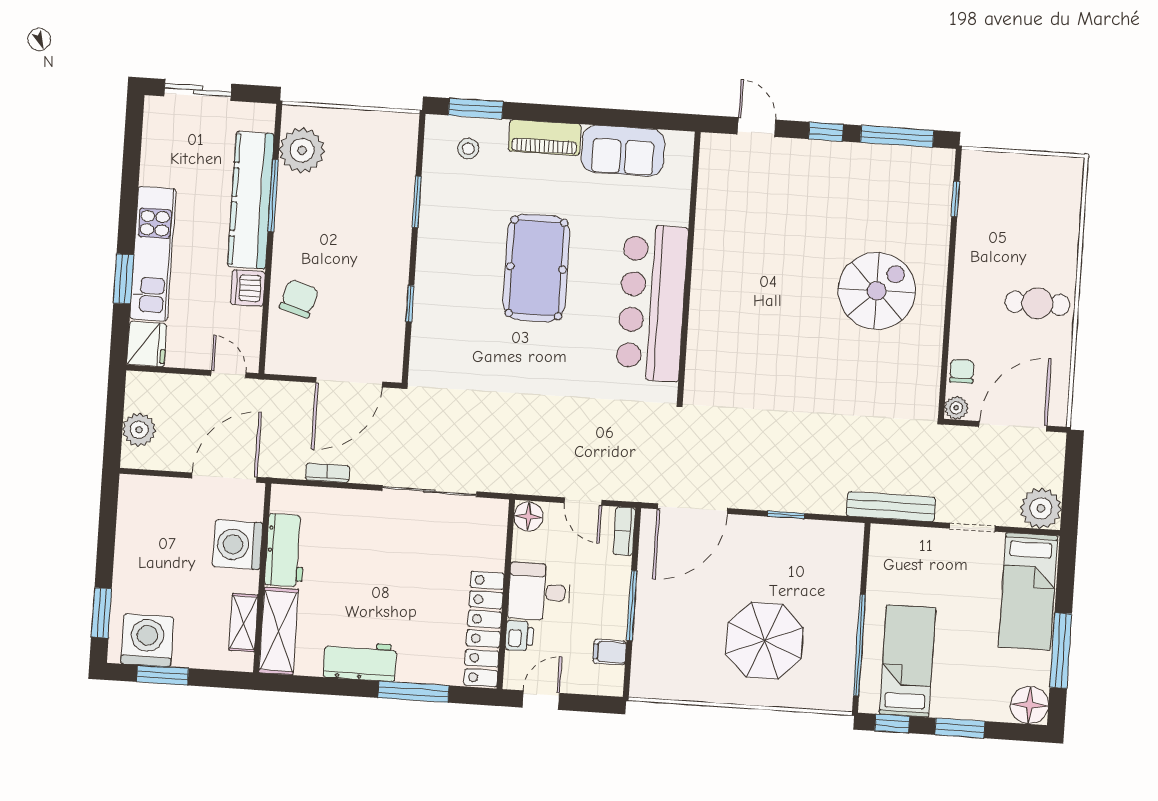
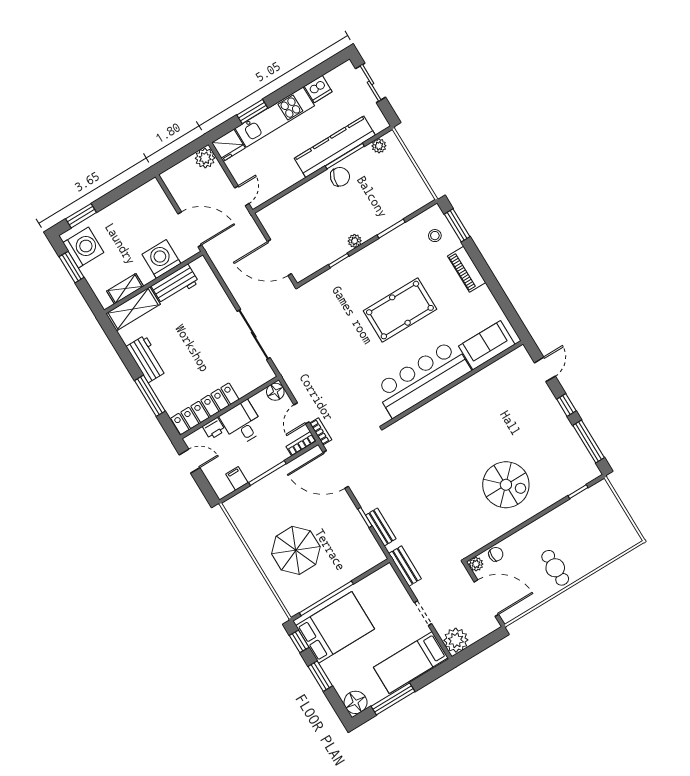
plant: (302, 150) -> (379, 146), width x0.53, depth x0.53
sofa: (623, 151) -> (487, 345), moved, turned 90
plant: (398, 263) -> (355, 241), added
dishwasher: (248, 288) -> (318, 89), moved, turned 180
chair: (299, 299) -> (340, 177), moved
plant: (139, 430) -> (205, 158), moved
bookcase: (327, 473) -> (321, 431), moved
bench: (814, 502) -> (381, 527), added
bench: (891, 507) -> (405, 566), width x0.73
bed: (907, 661) -> (335, 627), width x1.50

